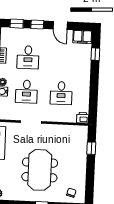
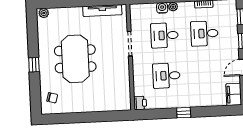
window: (95, 54) -> (184, 113), moved
window: (91, 148) -> (106, 116), removed
meeting table: (40, 170) -> (75, 59), turned 90

